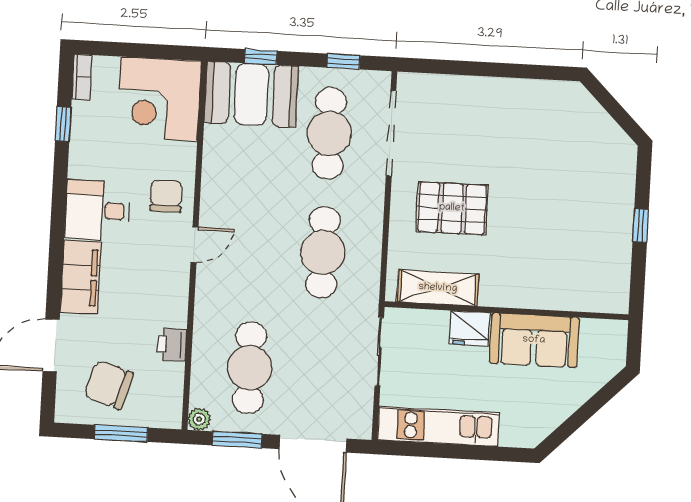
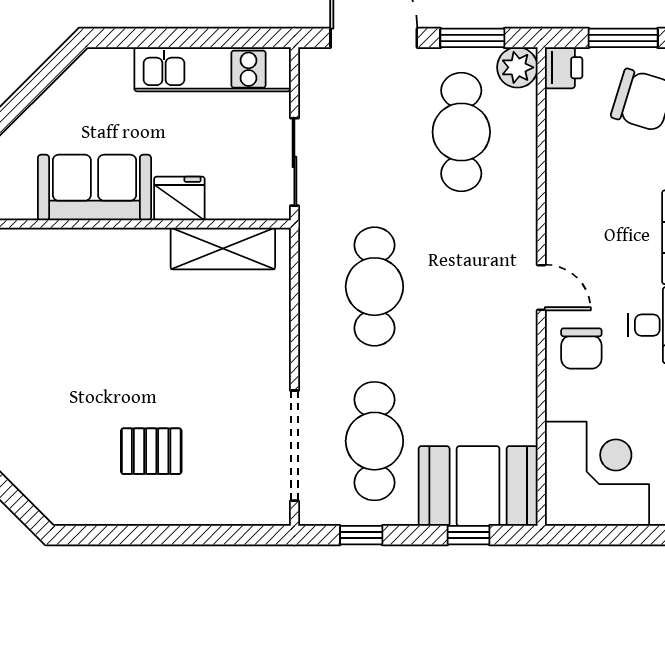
pallet: (452, 208) -> (151, 451), moved, width x0.67, depth x0.71
door: (194, 245) -> (541, 287), swing flipped
printer: (172, 345) -> (564, 68), moved
plant: (199, 419) -> (517, 67), width x1.38, depth x1.38

